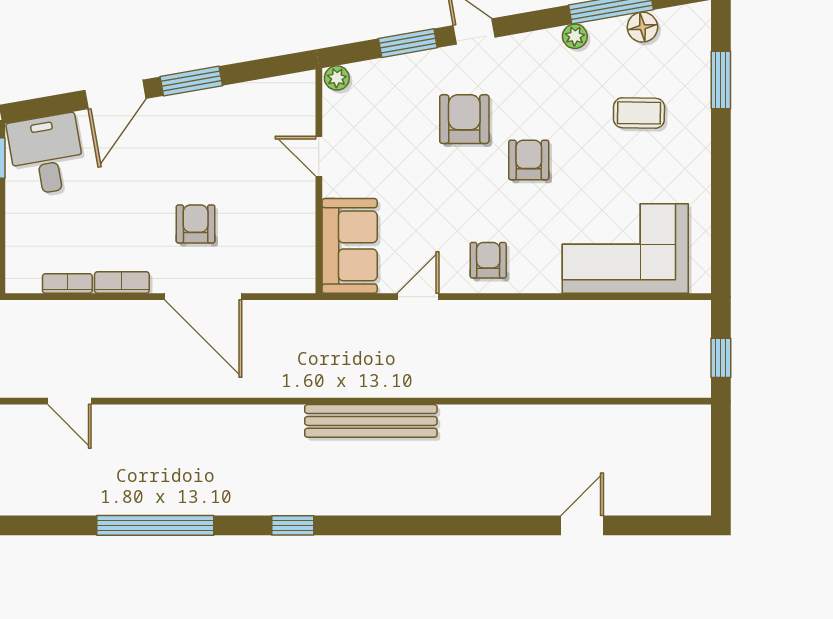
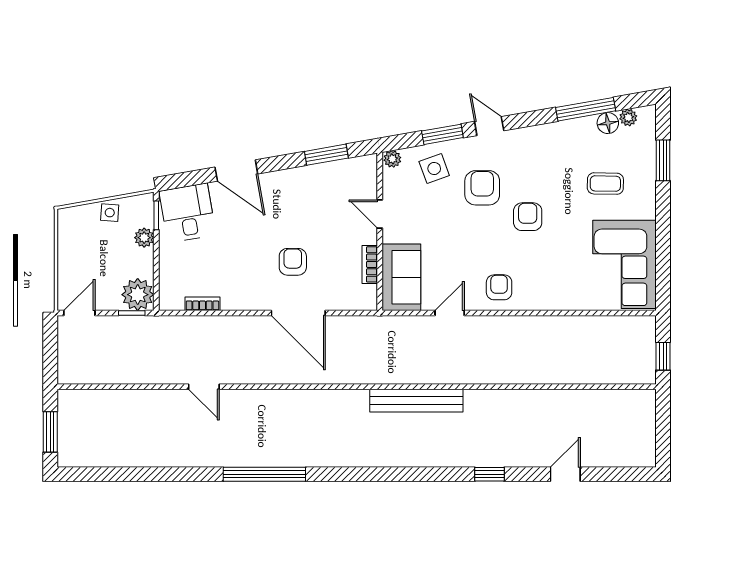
plant: (575, 36) -> (628, 117), moved
window: (191, 81) -> (326, 155), moved
side table: (396, 92) -> (434, 168), added
door: (115, 94) -> (236, 170), hinge flipped
corner sofa: (625, 249) -> (625, 264), moved, turned -90
bookcase: (122, 282) -> (370, 264), moved, turned -90
window: (293, 525) -> (490, 474), moved

